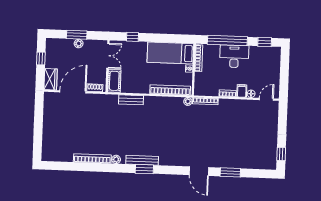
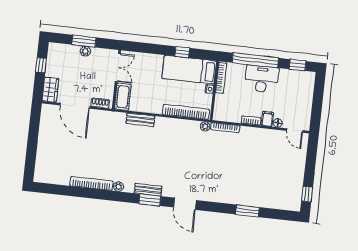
window: (132, 37) -> (182, 52), moved
door: (73, 92) -> (75, 106), swing flipped
door: (266, 99) -> (295, 131), swing flipped
bench: (142, 160) -> (148, 190), width x0.73
door: (199, 171) -> (185, 204), moved

